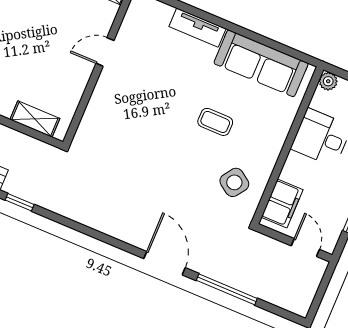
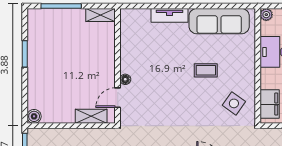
door: (105, 52) -> (118, 98), moved
floor lamp: (102, 89) -> (125, 79), added

